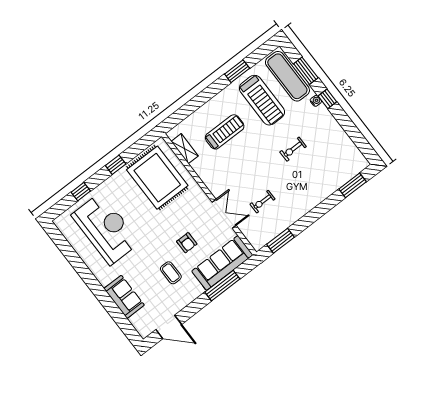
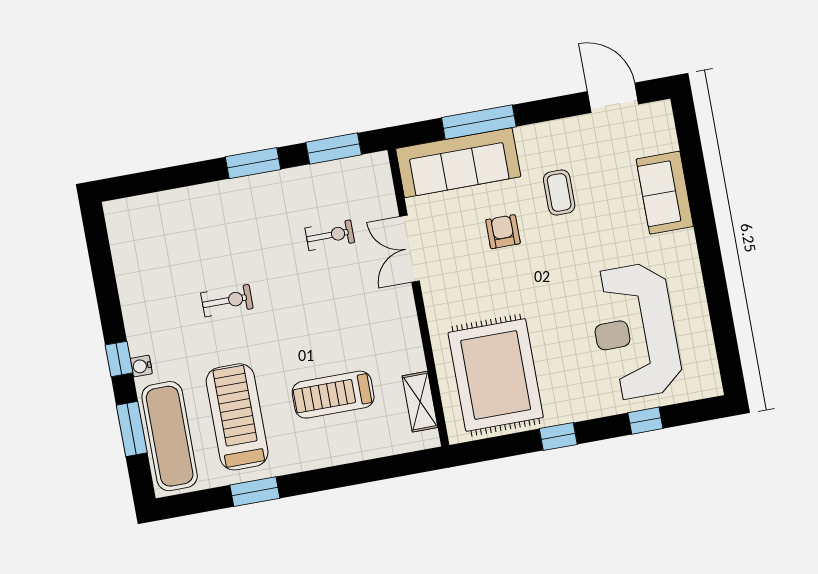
window: (353, 185) -> (253, 163), moved

